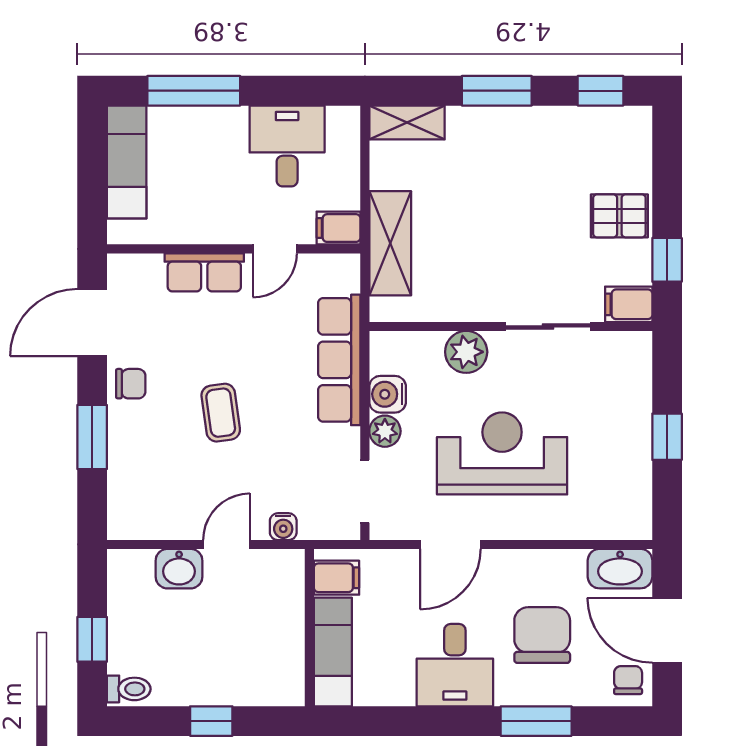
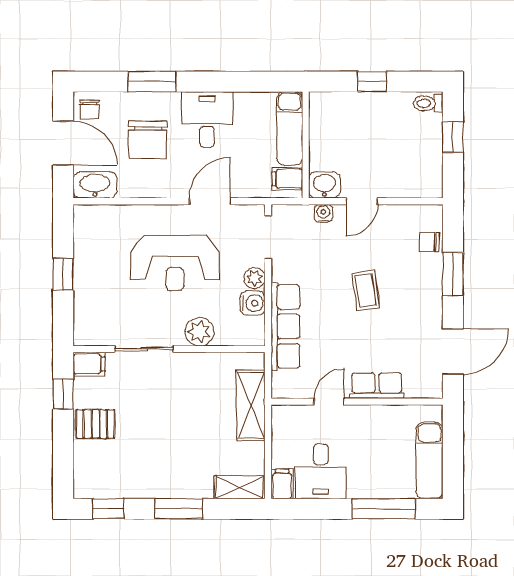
filing cabinet: (339, 228) -> (282, 484), moved, turned -90
chair: (131, 384) -> (429, 242), moved
washbasin: (179, 569) -> (324, 185), moved

